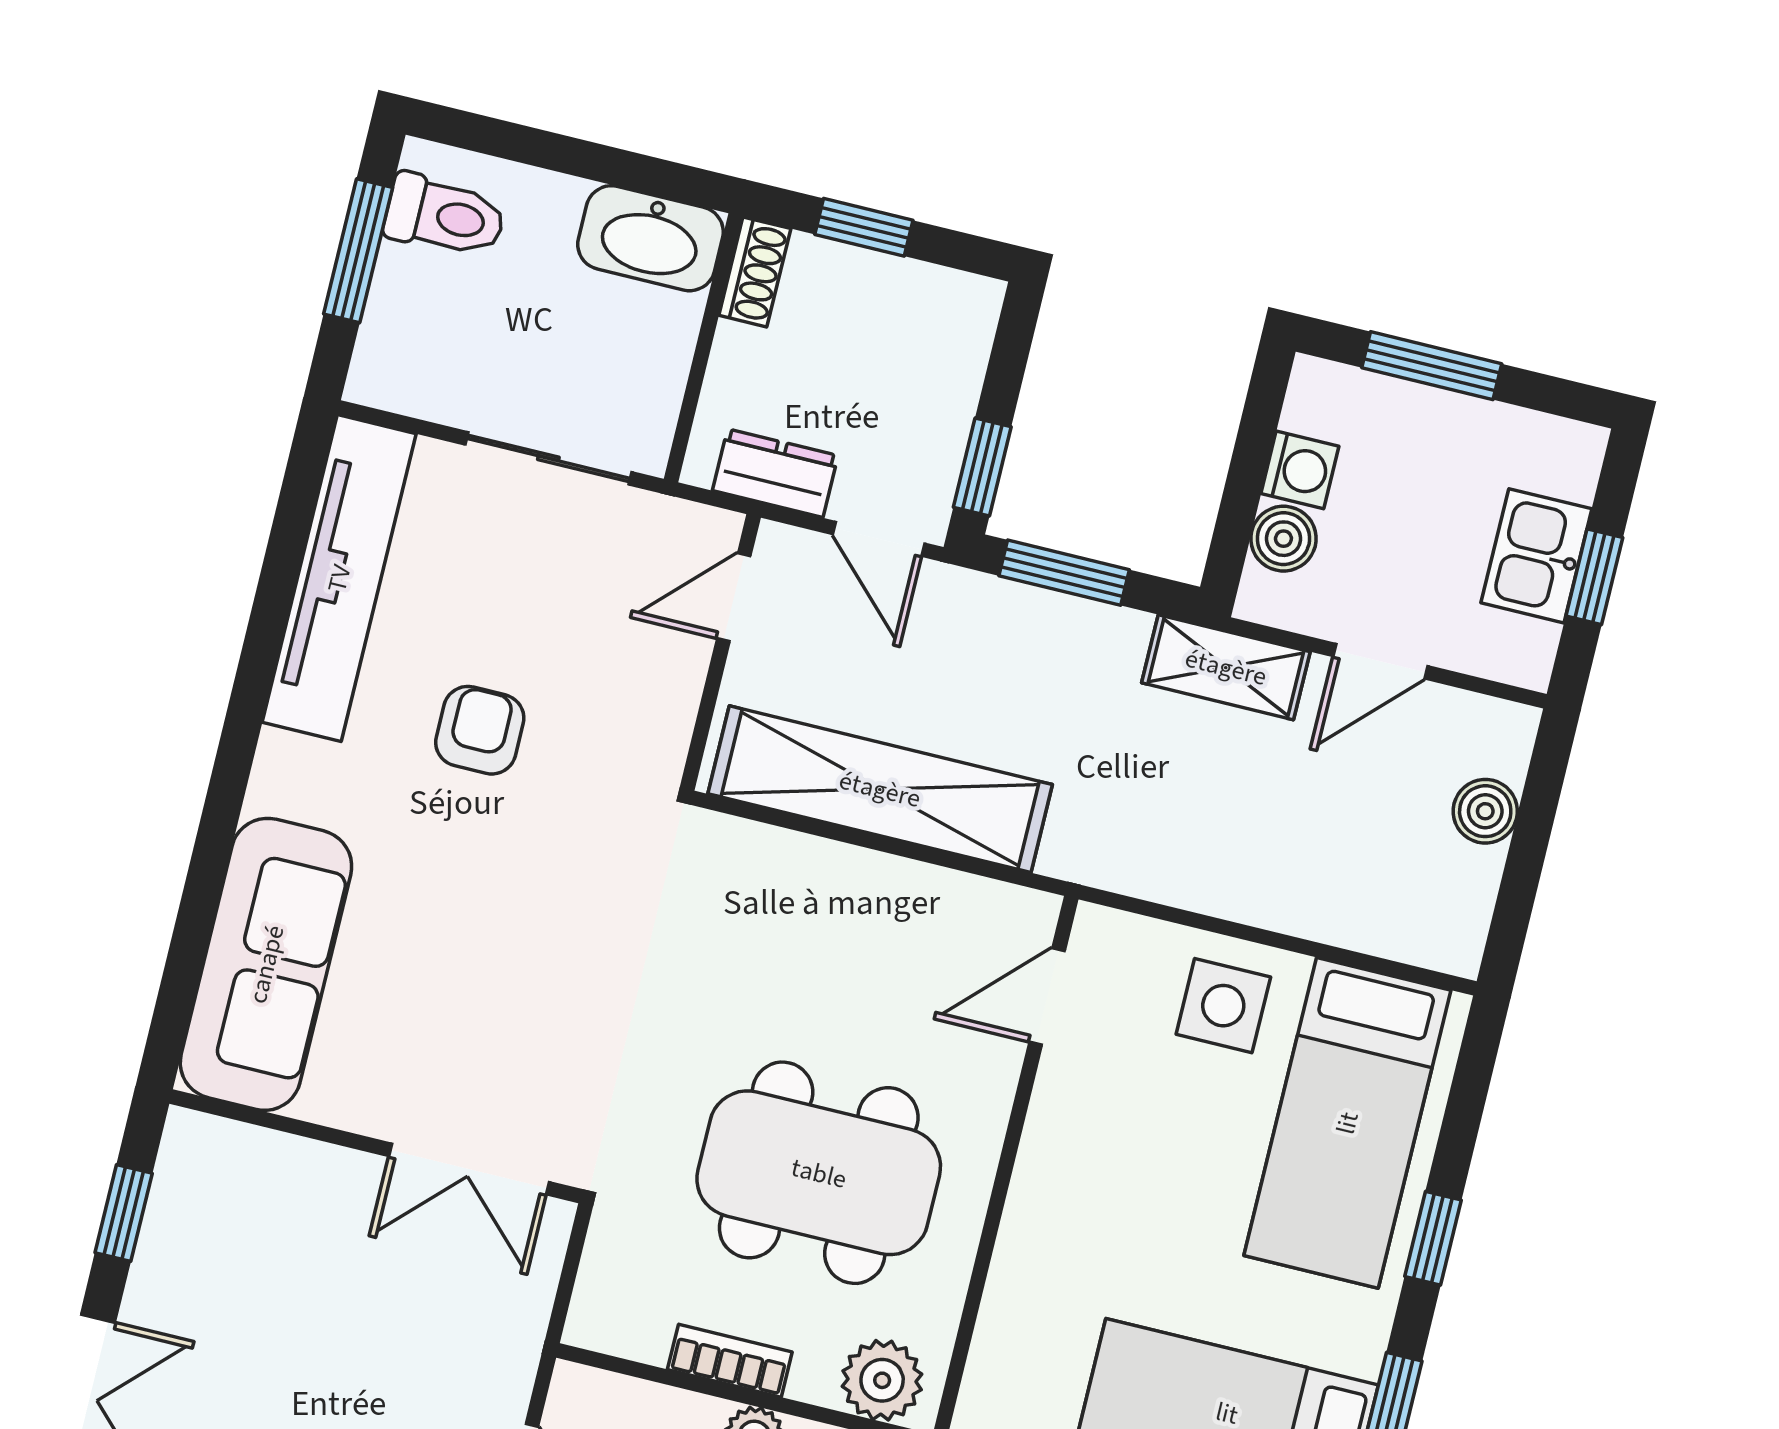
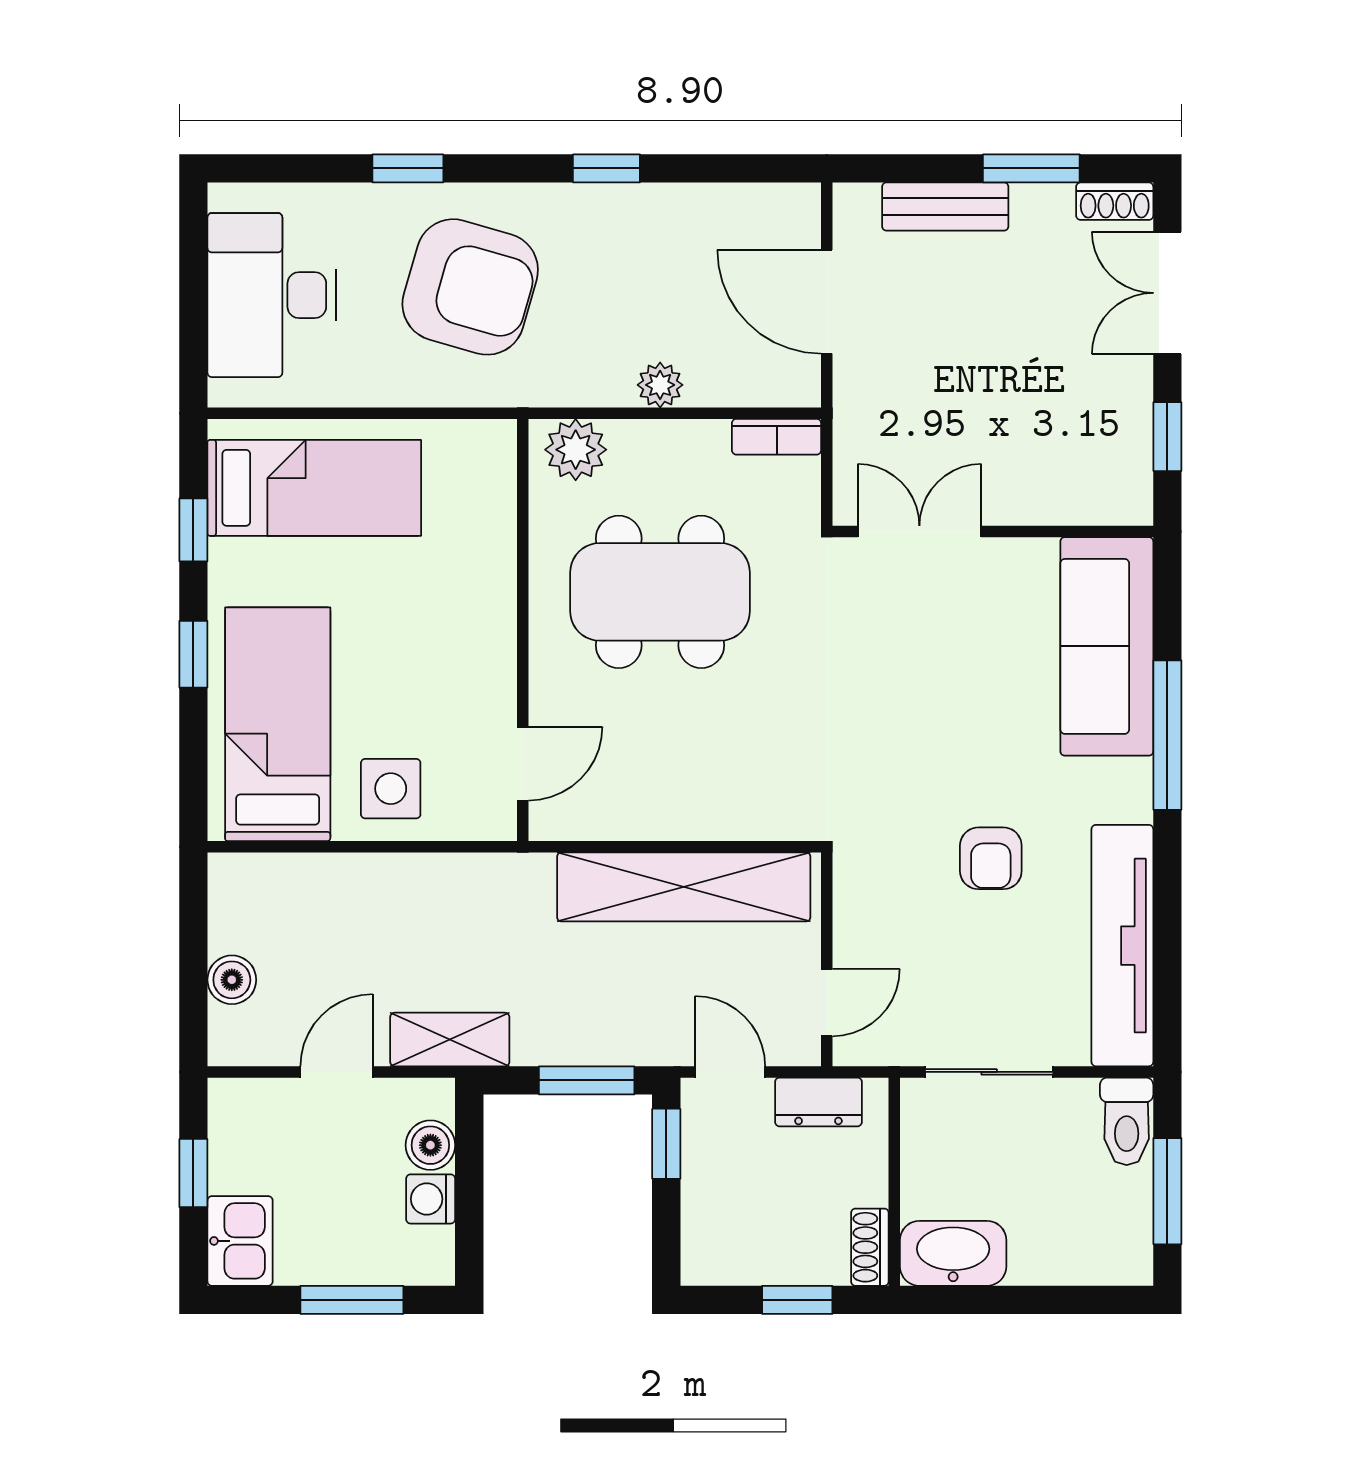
toilet: (445, 216) -> (1127, 1121), moved, turned -90
kitchen sink: (1536, 556) -> (240, 1241), moved
window: (216, 833) -> (1167, 735), added
bookcase: (730, 1361) -> (777, 437), moved

